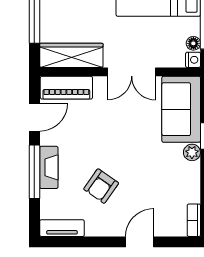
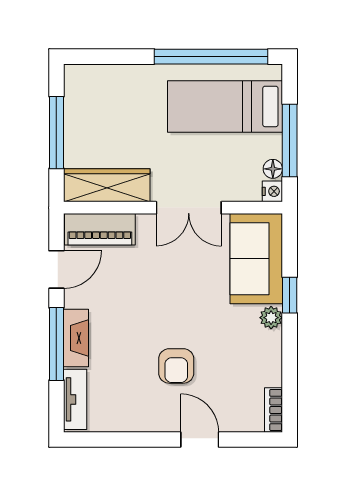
armchair: (101, 186) -> (176, 366), moved, turned -35
tv unit: (62, 228) -> (75, 399), moved, turned 90
door: (140, 242) -> (200, 439), hinge flipped

